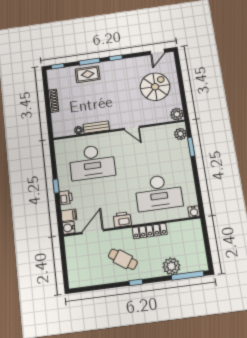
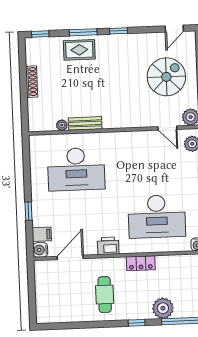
door: (132, 128) -> (167, 128), moved
window: (56, 186) -> (28, 211), moved
printer: (66, 198) -> (39, 211), removed
locker: (150, 231) -> (141, 263), width x0.66
cafe table: (123, 259) -> (105, 295), turned 56
window: (136, 282) -> (137, 323), moved

